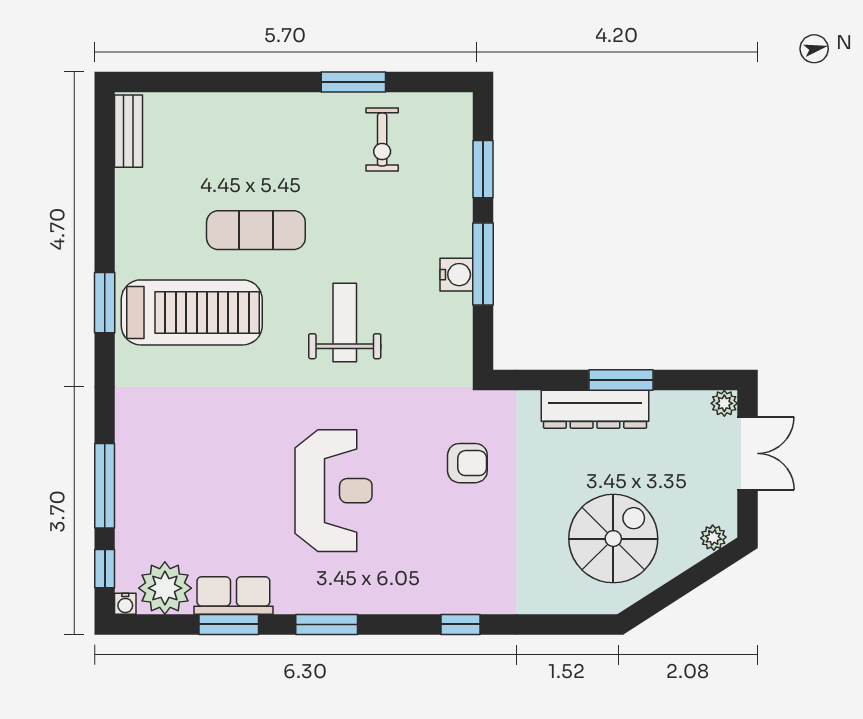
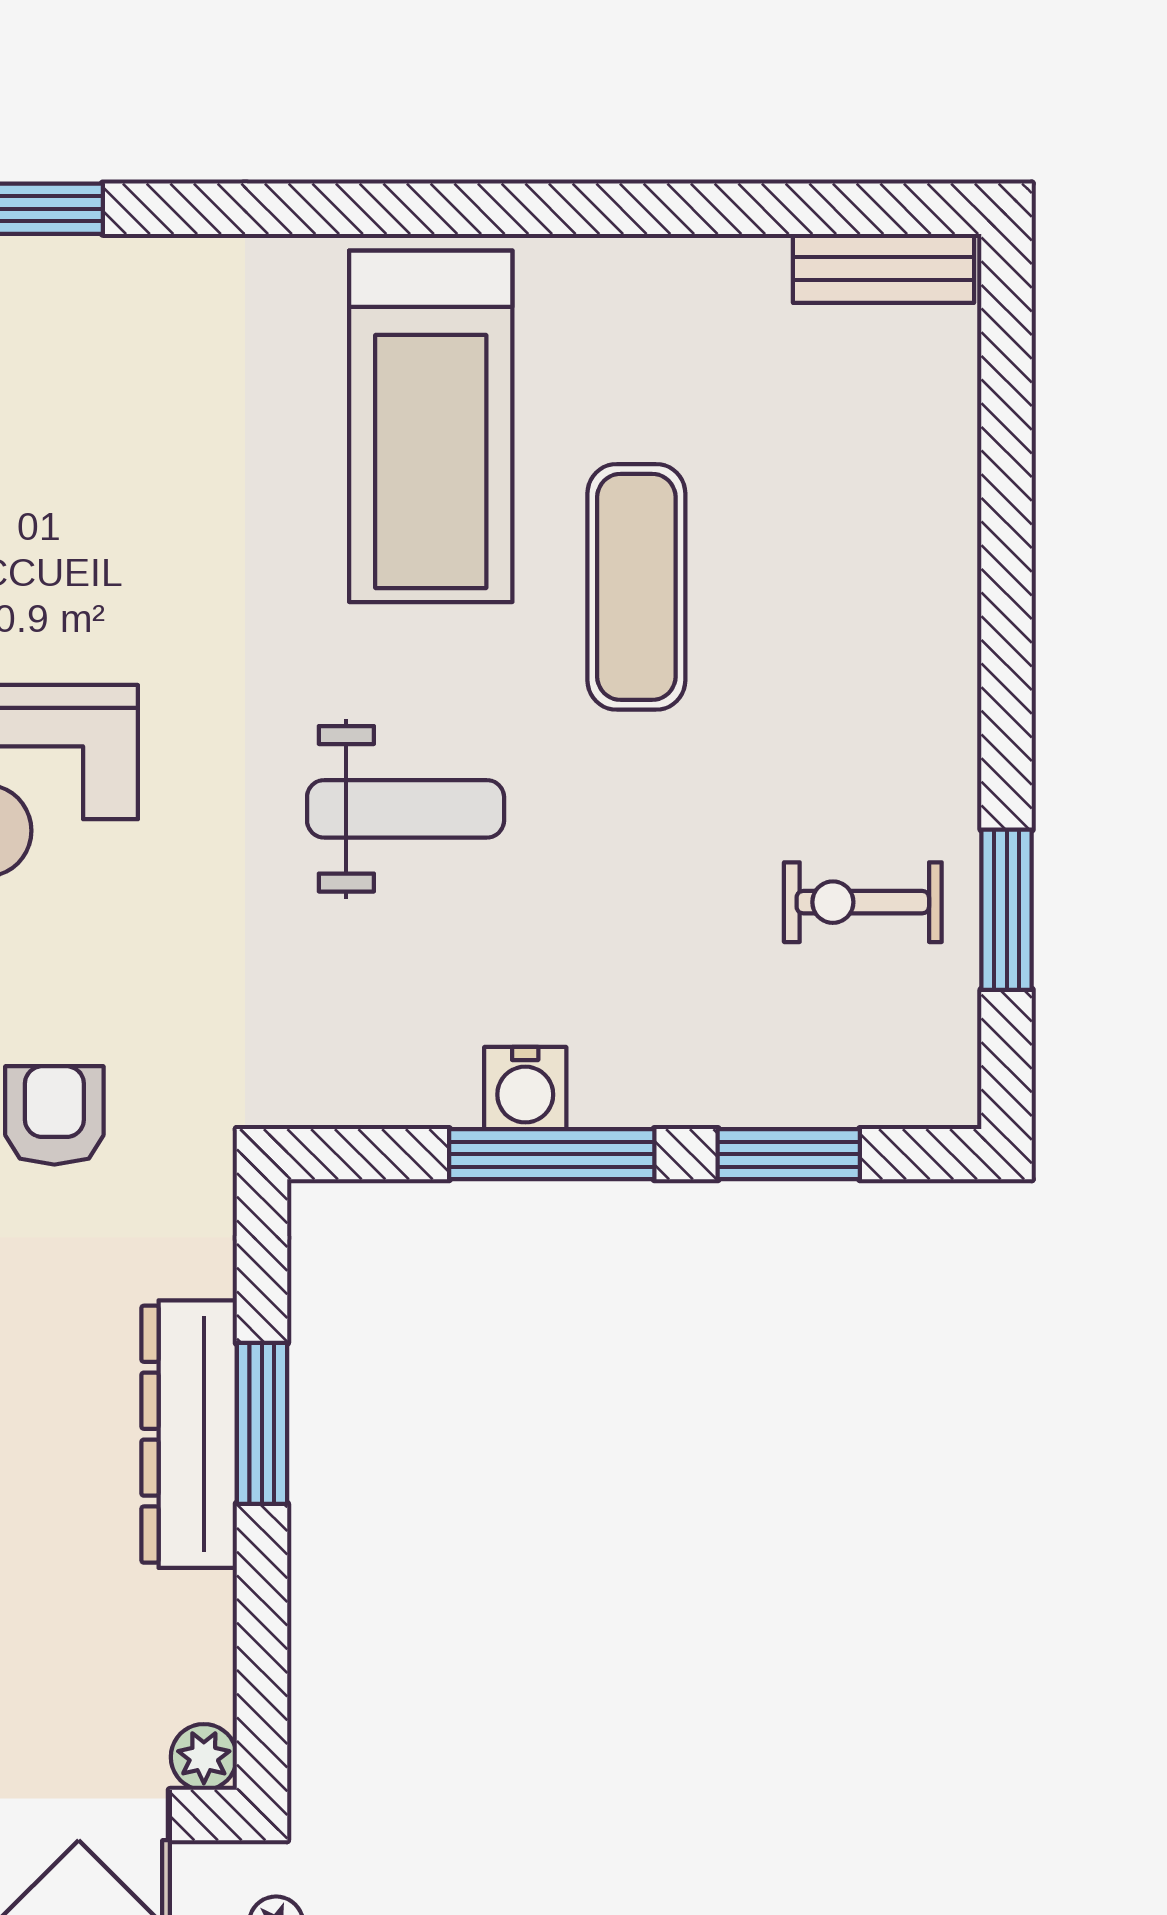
window: (353, 82) -> (1007, 910), moved
window: (105, 303) -> (455, 209), removed
window: (621, 380) -> (262, 1423), moved
armchair: (467, 463) -> (54, 1115), turned 180

